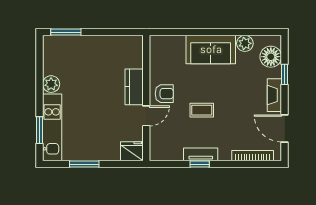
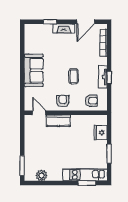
plant: (245, 43) -> (30, 48), removed
floor lamp: (271, 57) -> (38, 31), removed
plant: (51, 84) -> (42, 175), moved
door: (146, 116) -> (39, 113), moved
armchair: (165, 137) -> (91, 101), added
fridge: (132, 151) -> (101, 133), moved

